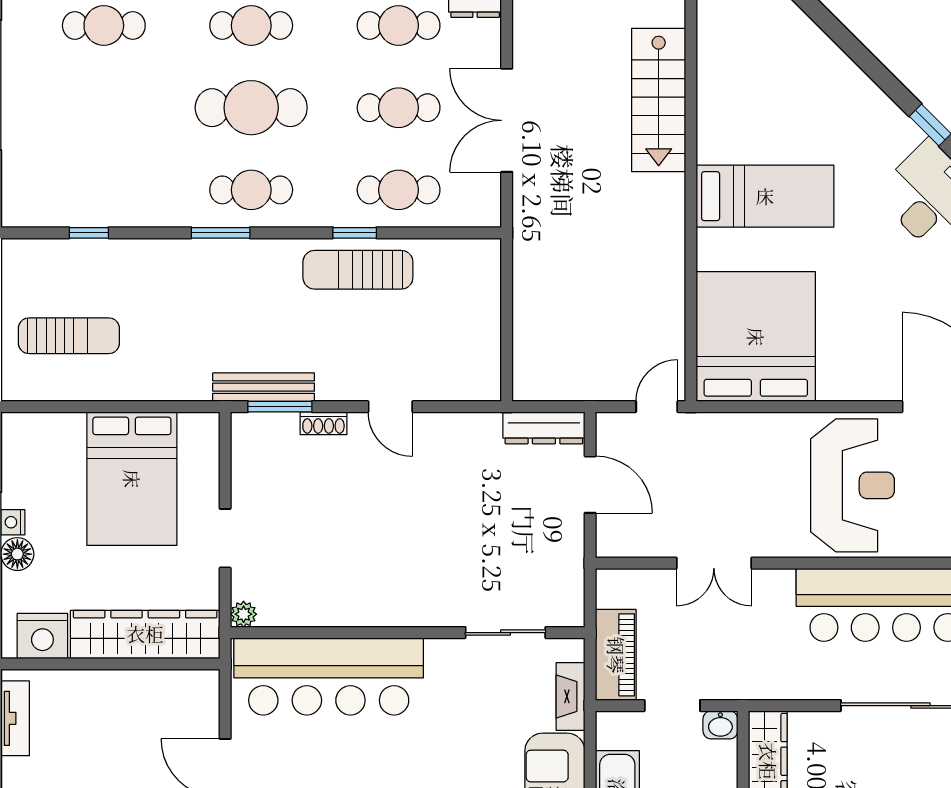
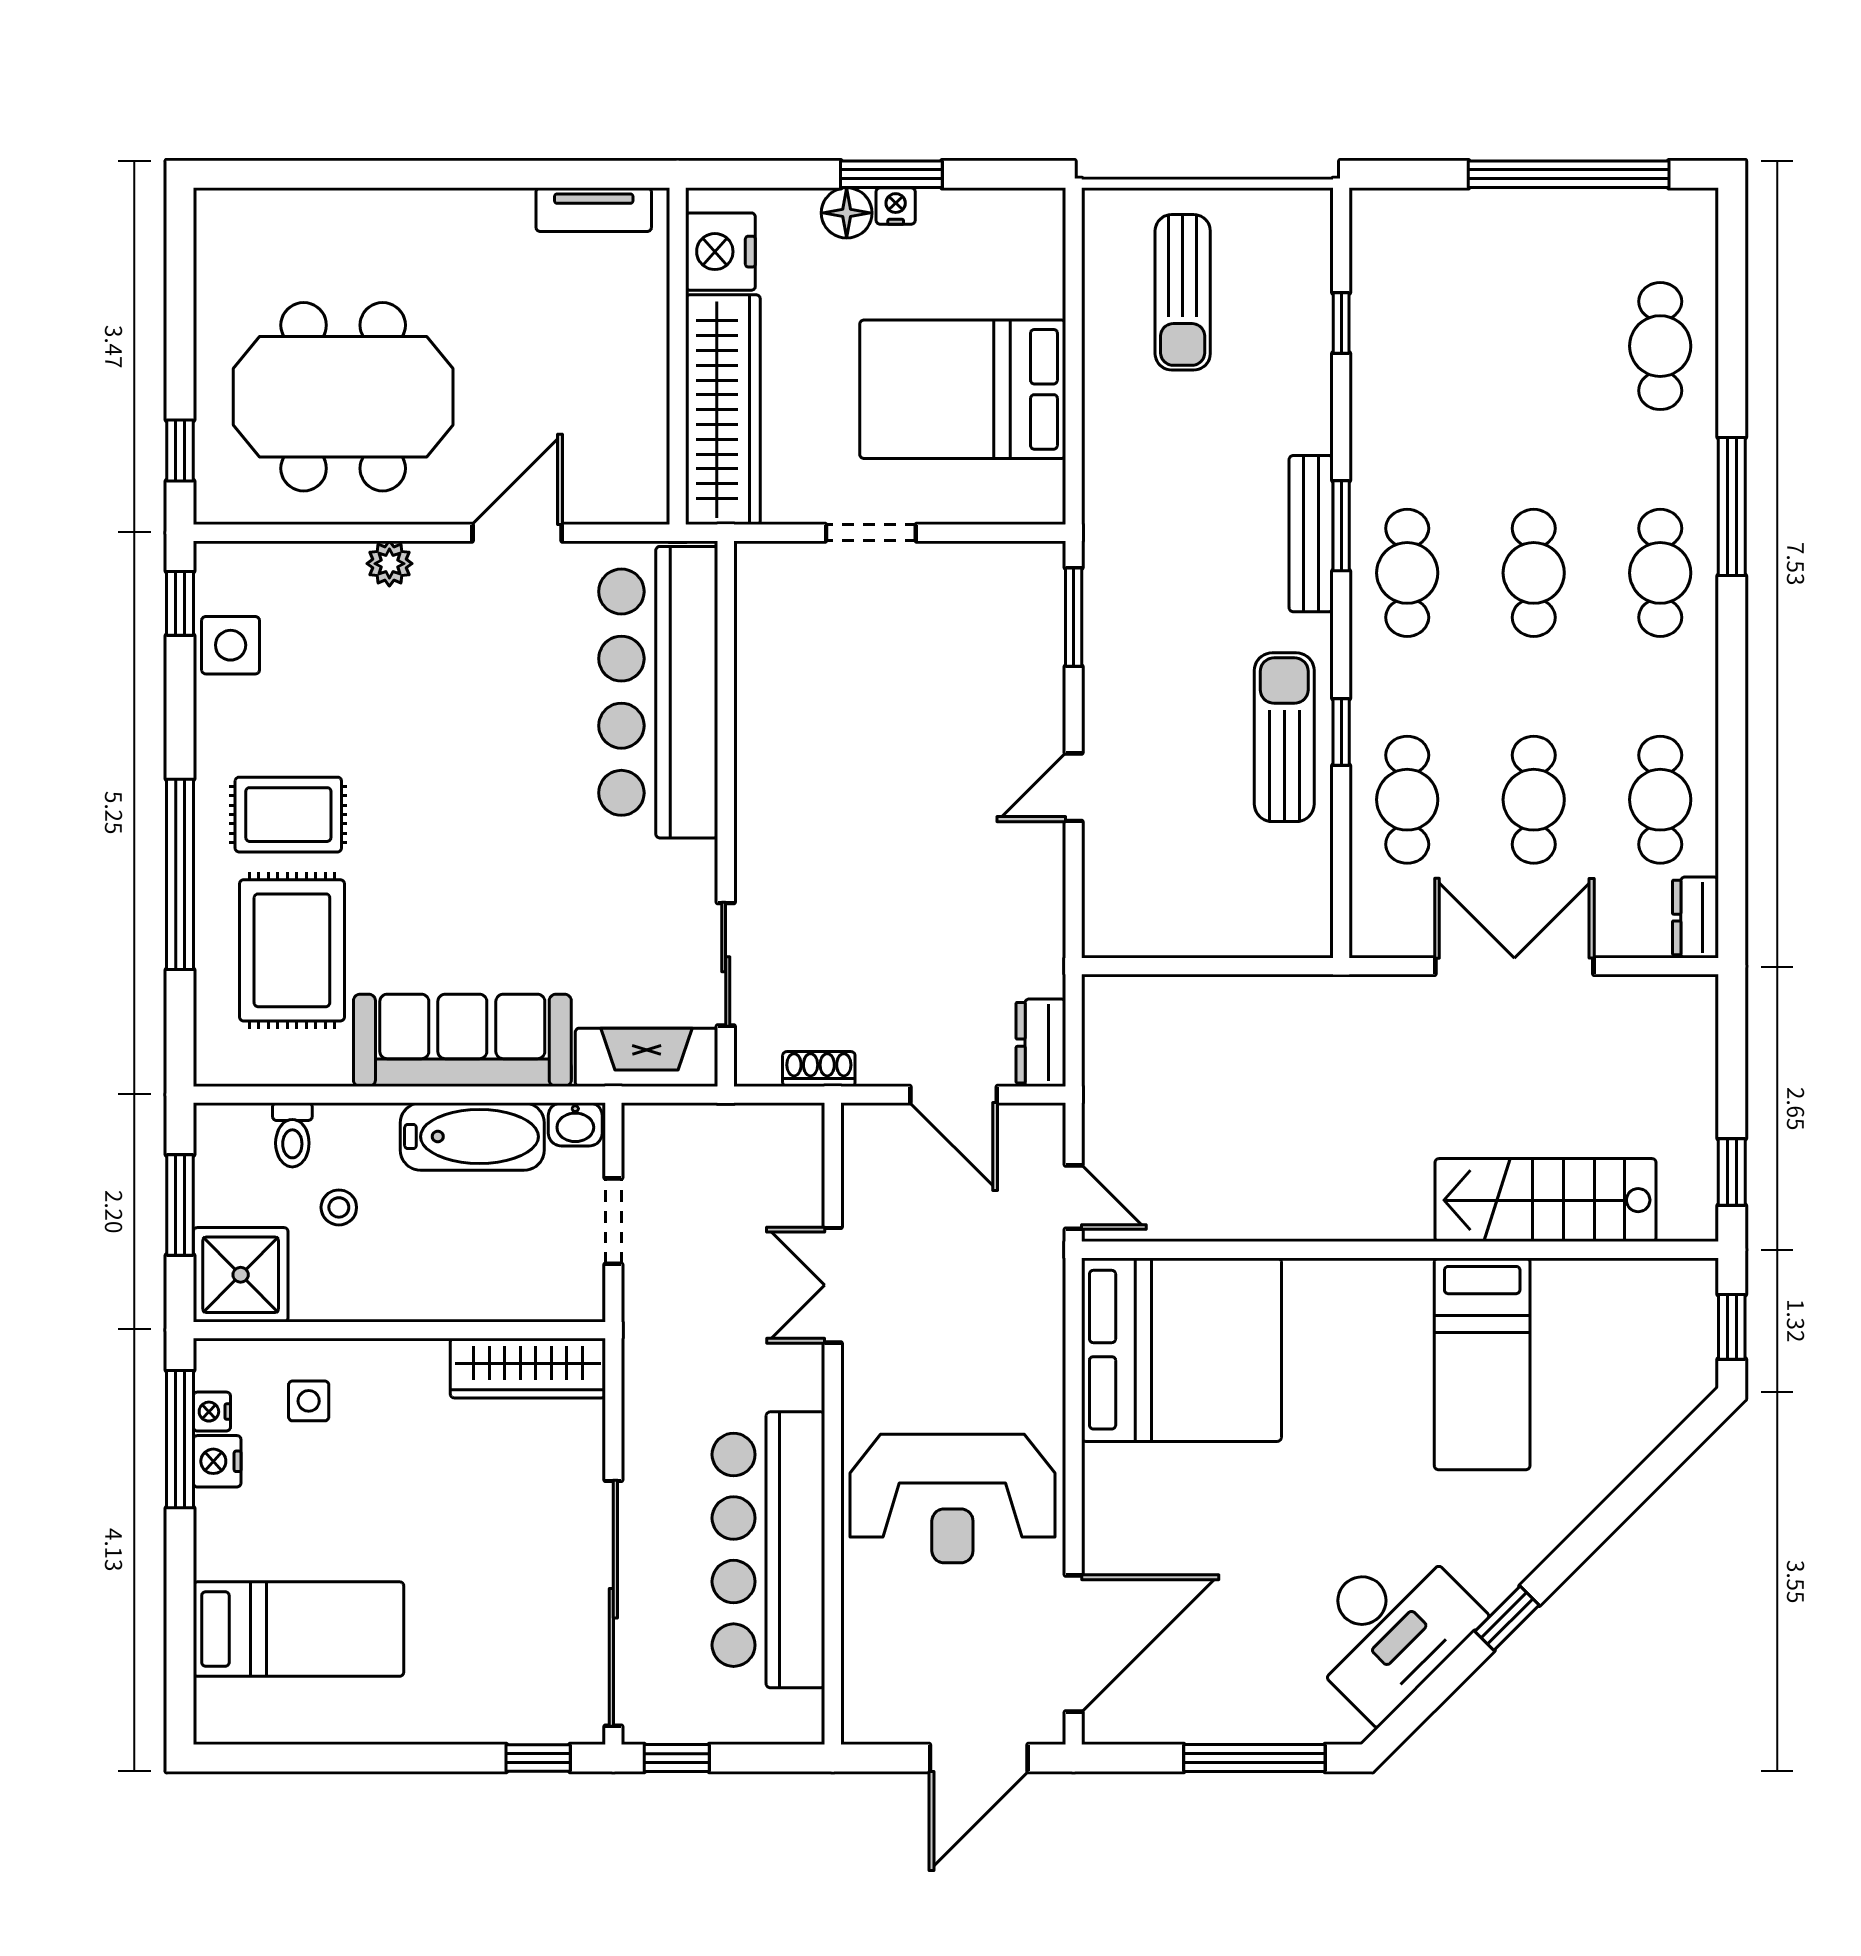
cafe table: (251, 108) -> (1534, 573), width x0.73, depth x0.74
bed: (765, 196) -> (1482, 1364), moved
bench: (264, 387) -> (1311, 534), moved
shoe rack: (323, 423) -> (819, 1069), moved, turned 90
dresser: (544, 428) -> (1041, 1043), width x0.70
door: (590, 485) -> (954, 1095), hinge flipped
plant: (244, 614) -> (754, 561), removed
piano: (616, 655) -> (692, 1134), removed
fireplace: (570, 696) -> (647, 1057), width x1.37, depth x1.32
washbasin: (720, 725) -> (575, 1124), moved, turned -90

